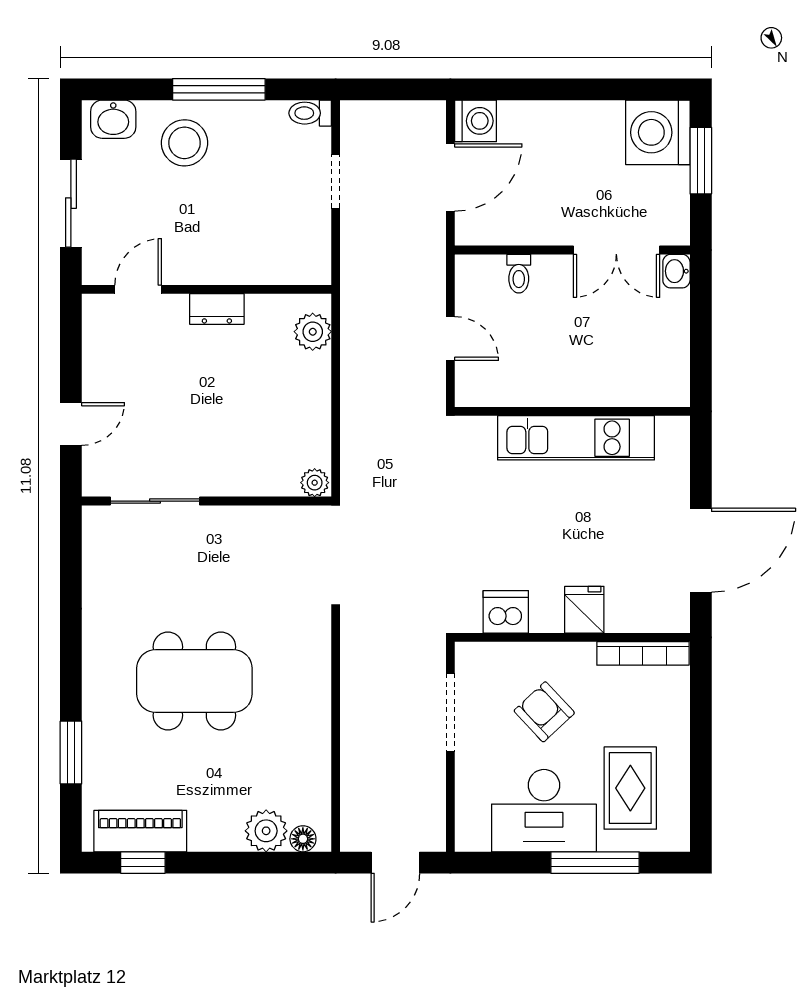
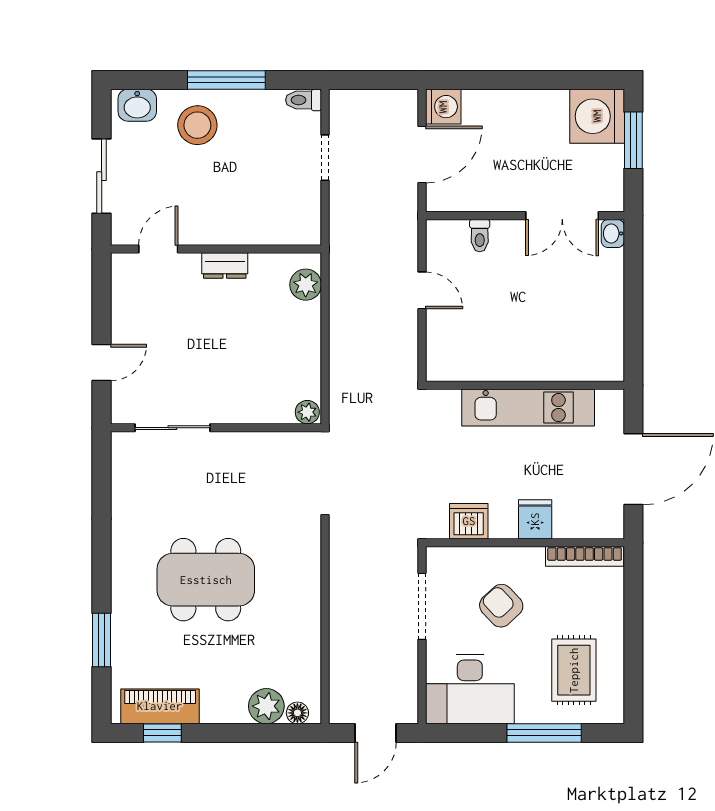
wall: (572, 411) -> (525, 385), moved
kitchen unit: (576, 438) -> (528, 408), moved
desk: (544, 811) -> (470, 689), moved

